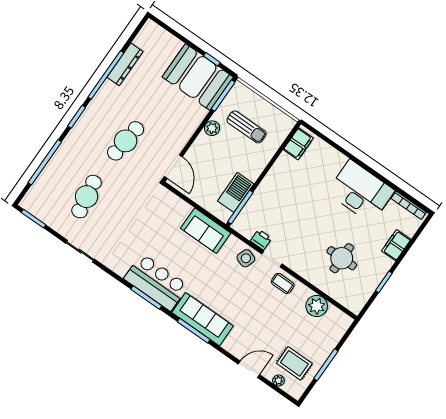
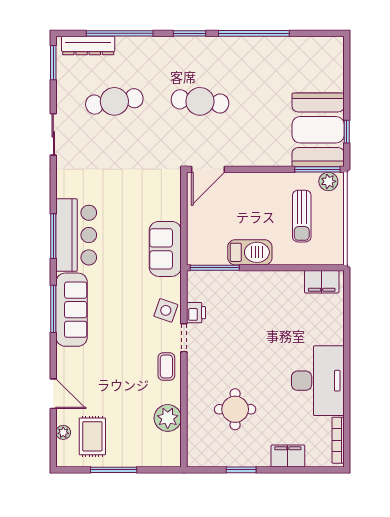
dresser: (125, 64) -> (88, 46), moved
plant: (212, 128) -> (328, 181), moved
barbecue: (236, 193) -> (250, 252), moved

